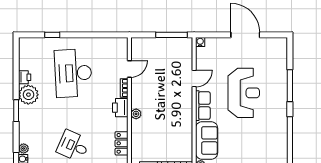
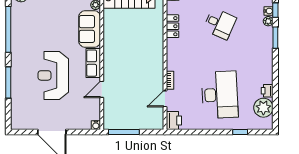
plant: (28, 95) -> (263, 108), moved
printer: (120, 108) -> (174, 120), moved
window: (16, 111) -> (275, 38), moved
plant: (136, 114) -> (158, 55), removed

